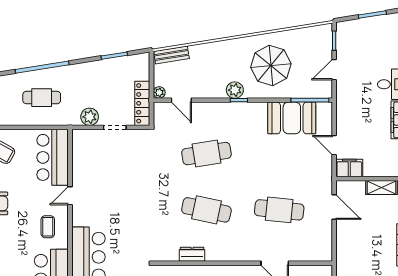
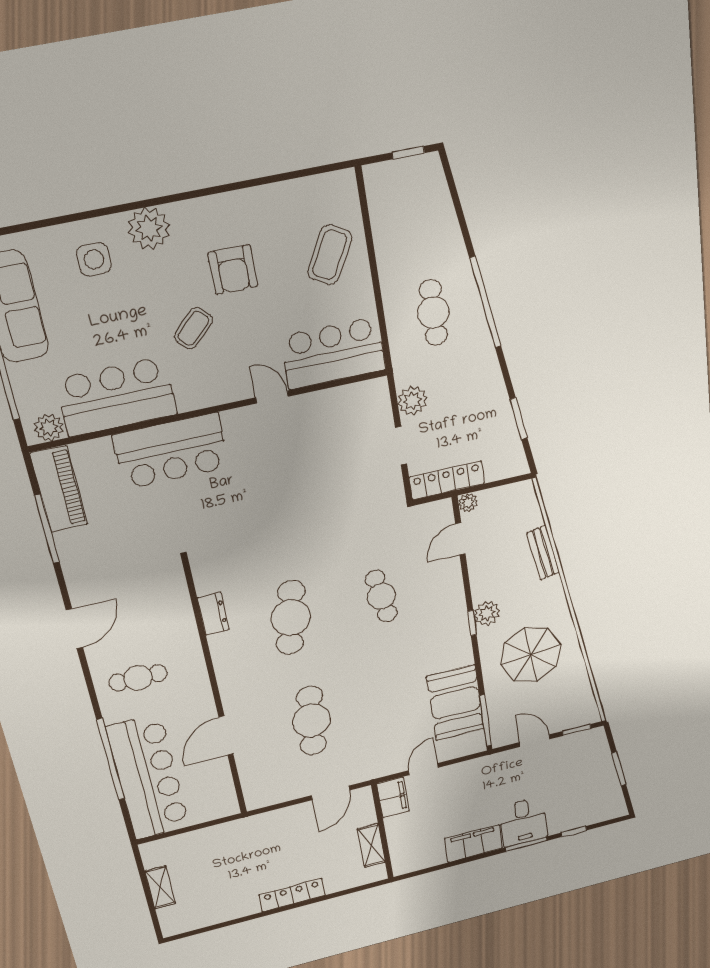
bench: (171, 55) -> (543, 553), moved
cafe table: (206, 154) -> (381, 596), width x0.73, depth x0.74
coffee table: (48, 227) -> (193, 328), moved, turned -44

